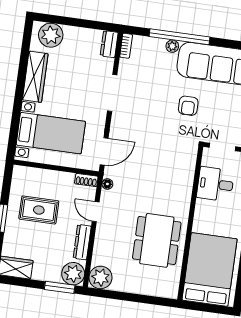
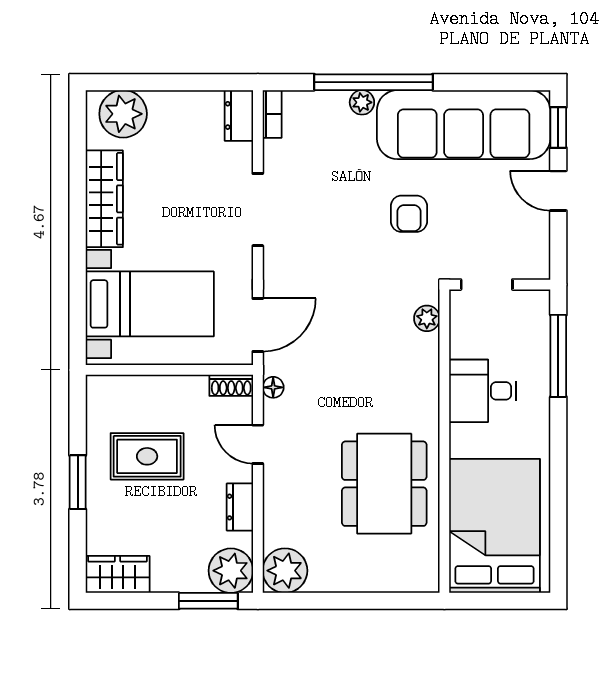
plant: (190, 160) -> (427, 318), added
desk: (215, 184) -> (483, 391), moved
dresser: (82, 242) -> (240, 507), width x0.70

